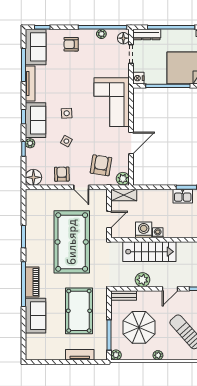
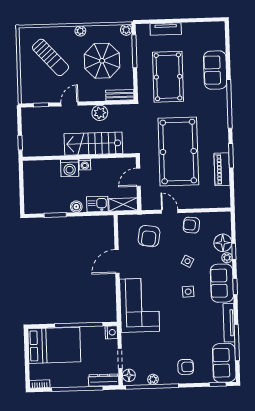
armchair: (62, 174) -> (191, 225), turned 98
floor lamp: (33, 177) -> (223, 243), moved
plant: (123, 179) -> (125, 222), removed
boiler: (167, 194) -> (76, 207), added
kitchen sink: (183, 196) -> (97, 204), moved
washing machine: (144, 230) -> (70, 168), moved
piano: (32, 282) -> (222, 169), moved

